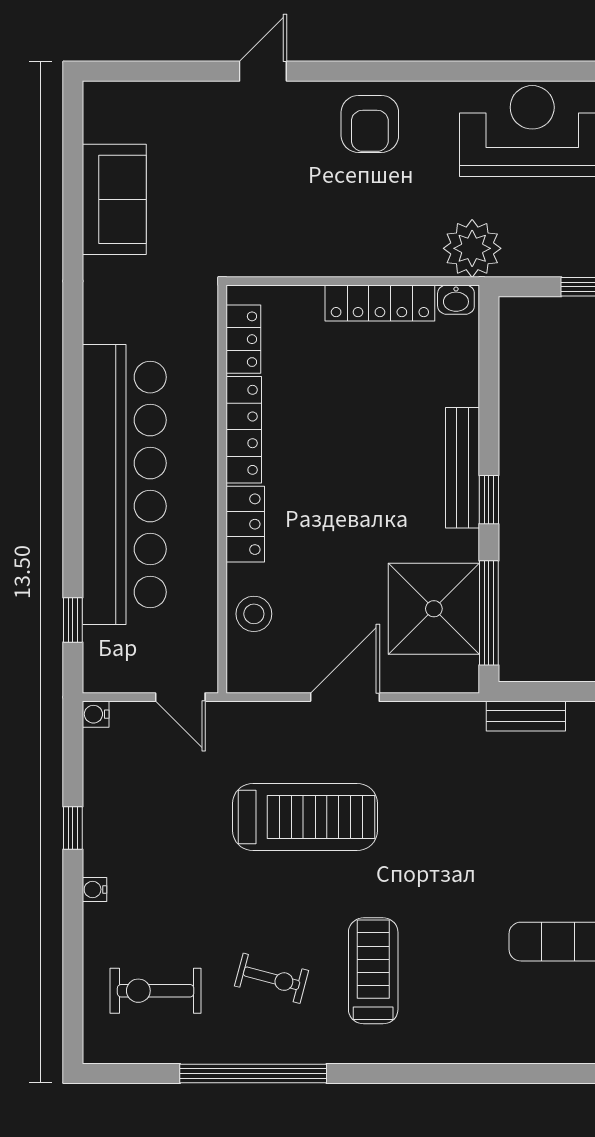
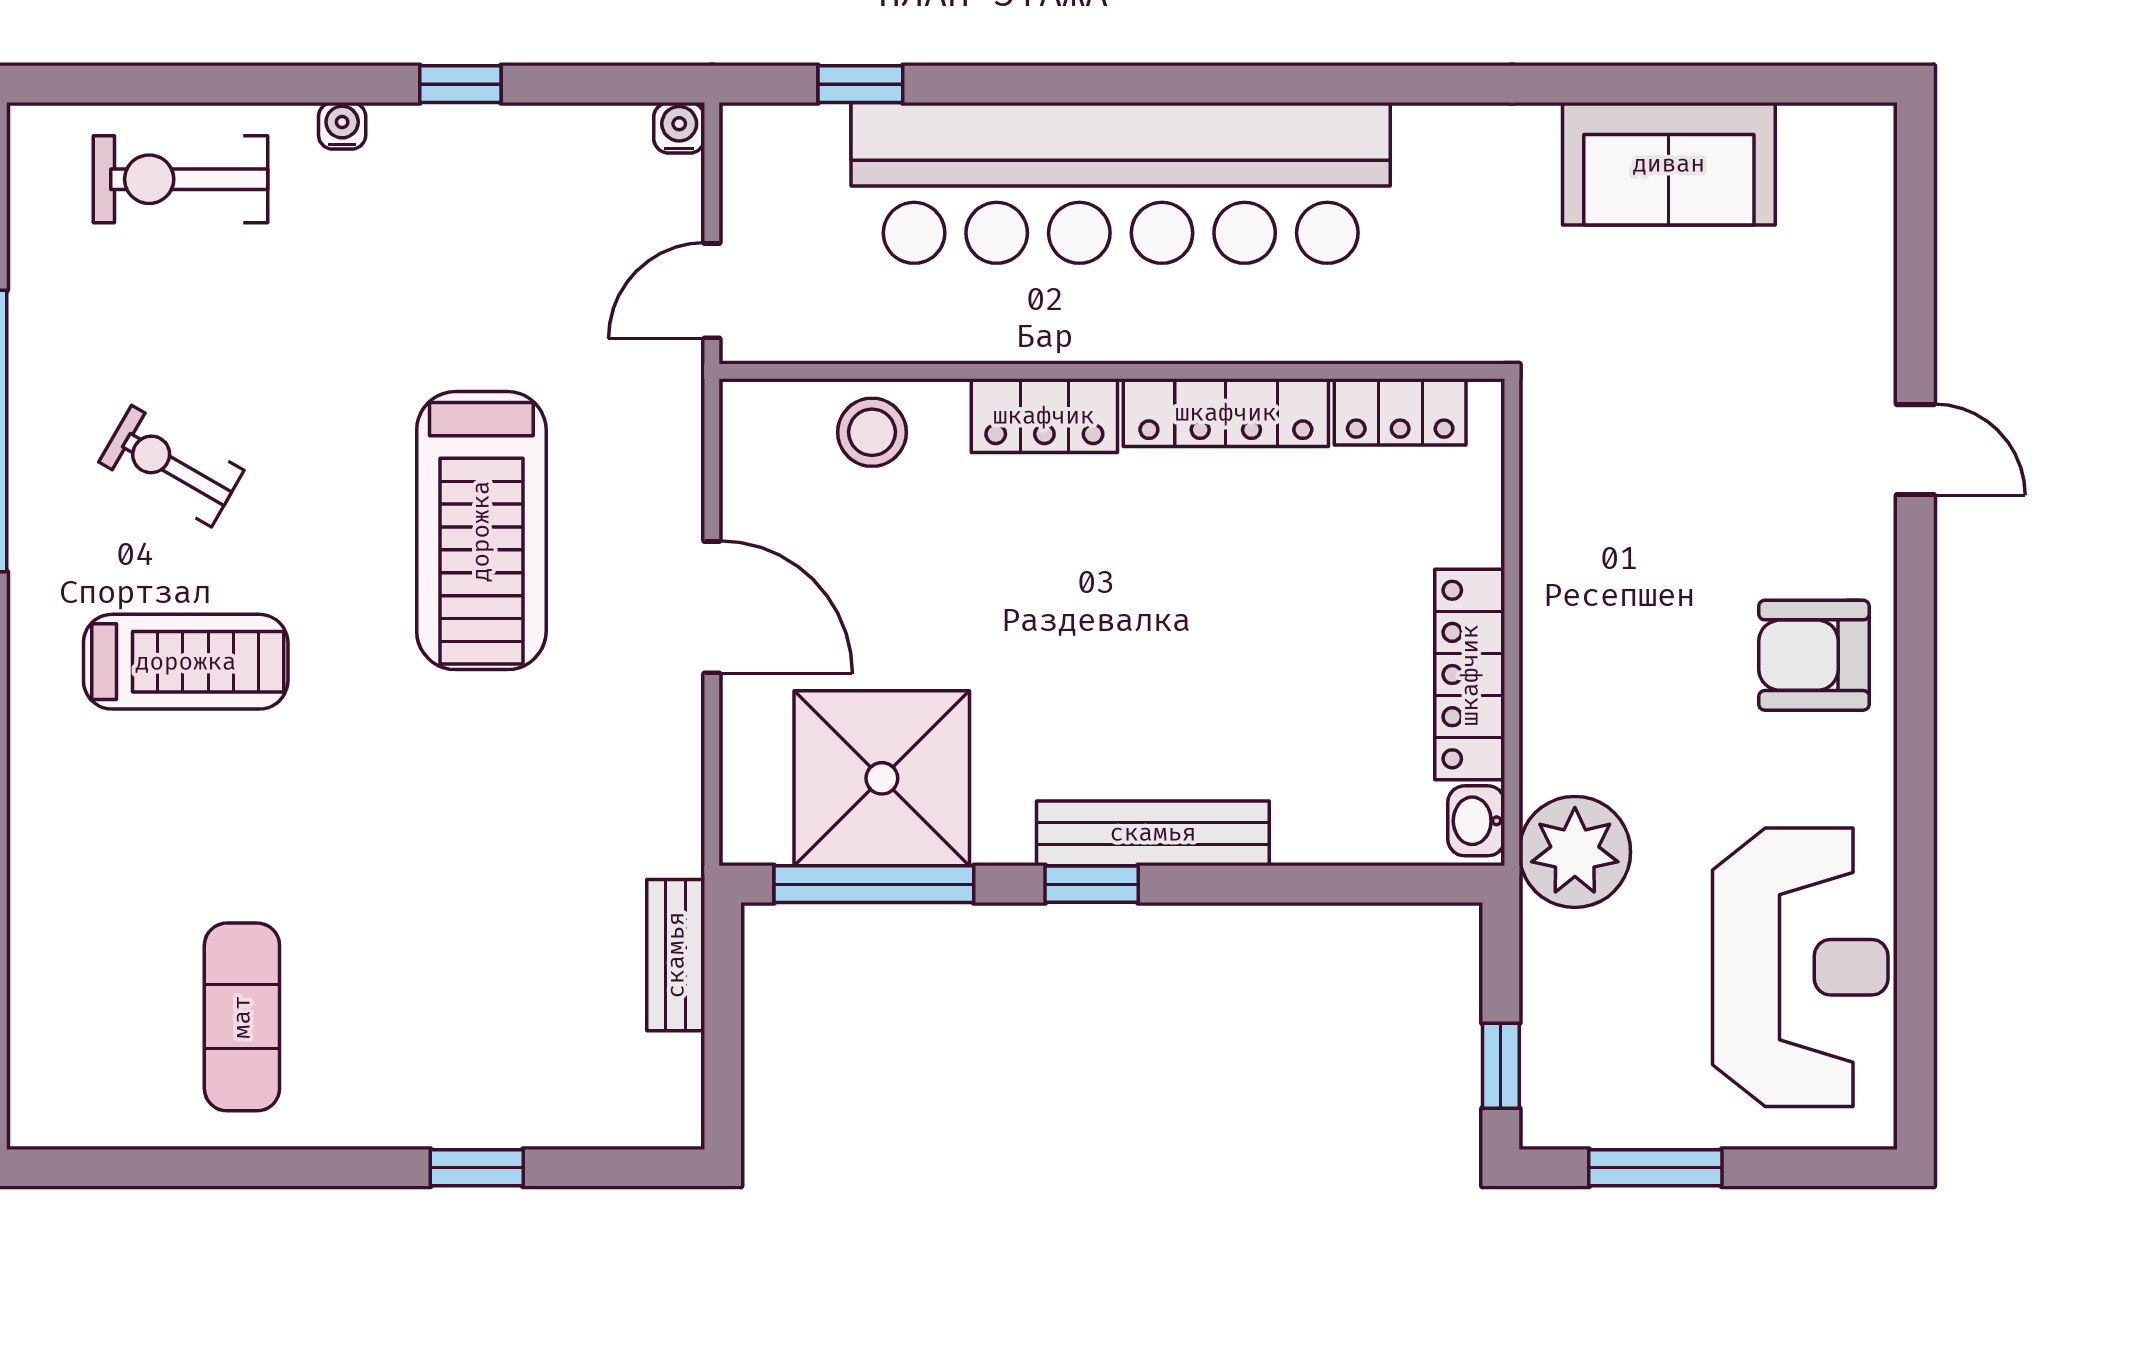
exercise bike: (272, 978) -> (171, 466), turned 105
exercise bike: (156, 991) -> (181, 179), moved, turned -90

